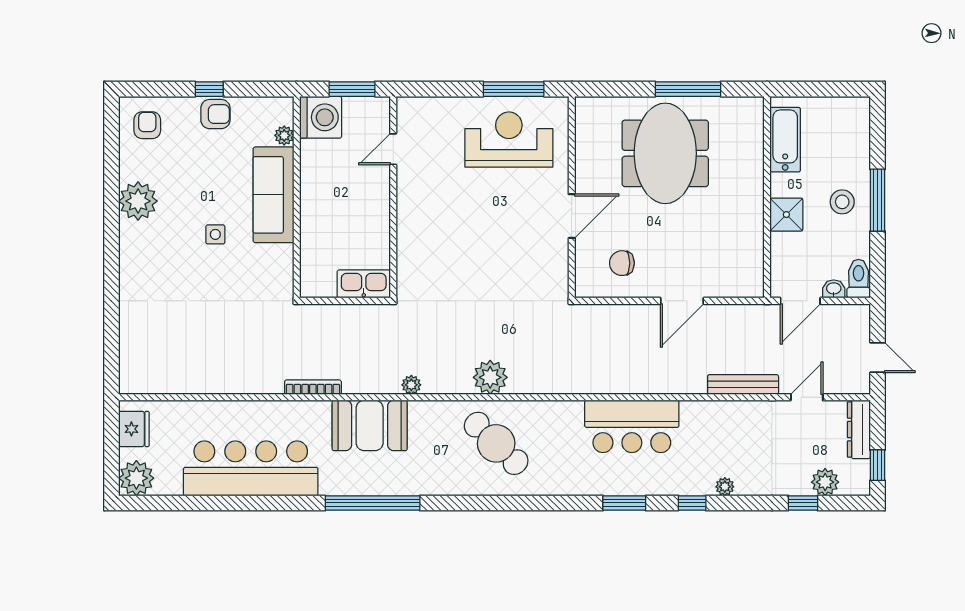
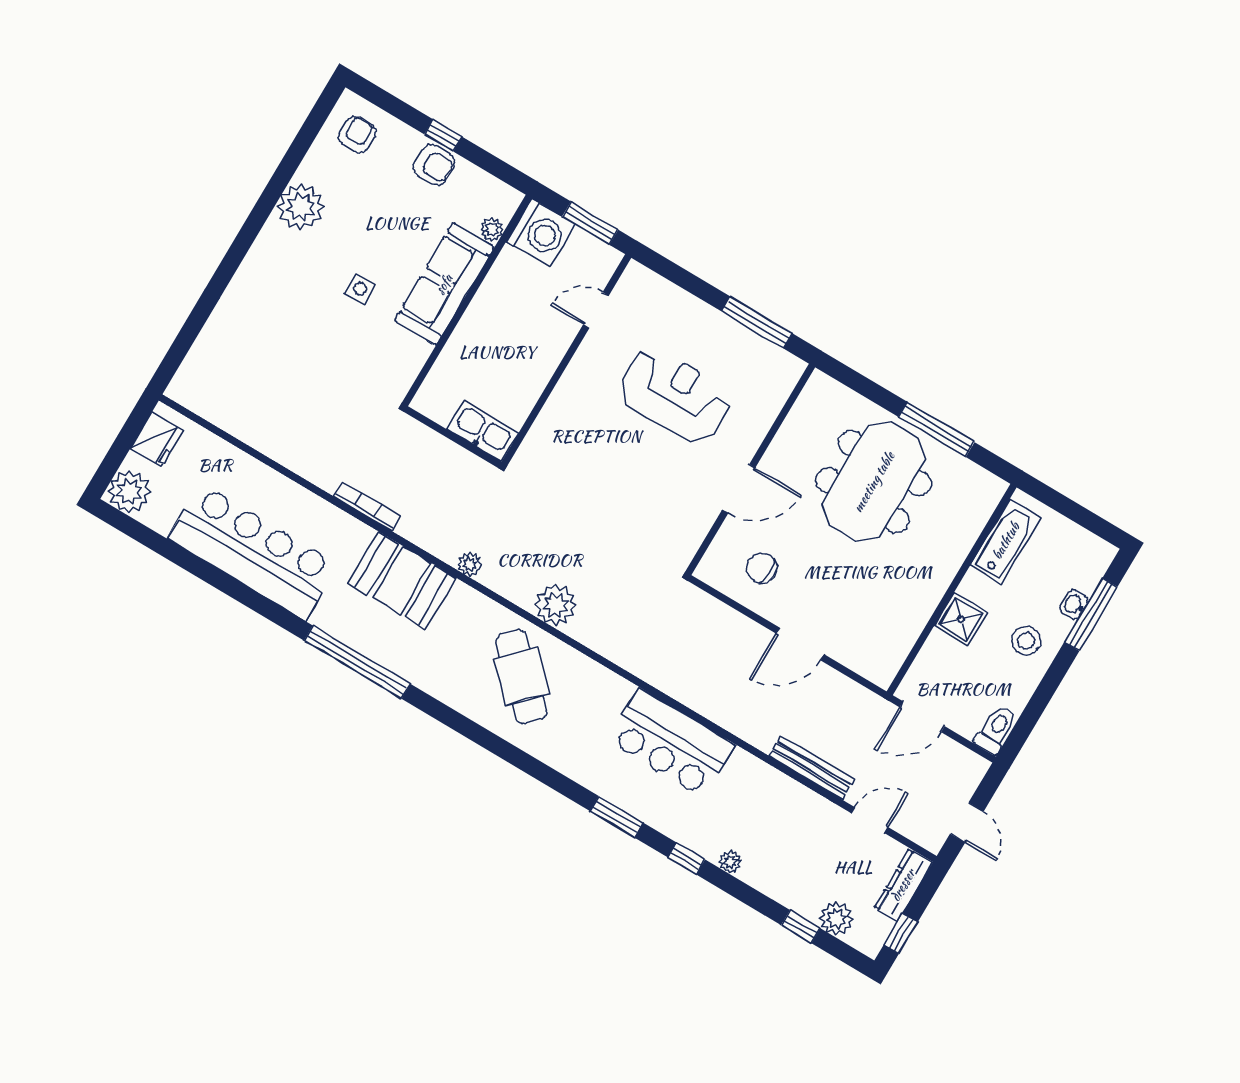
reception desk: (509, 140) -> (675, 395), moved
window: (878, 200) -> (1091, 614), moved
washbasin: (834, 289) -> (1074, 605), moved, turned -90

